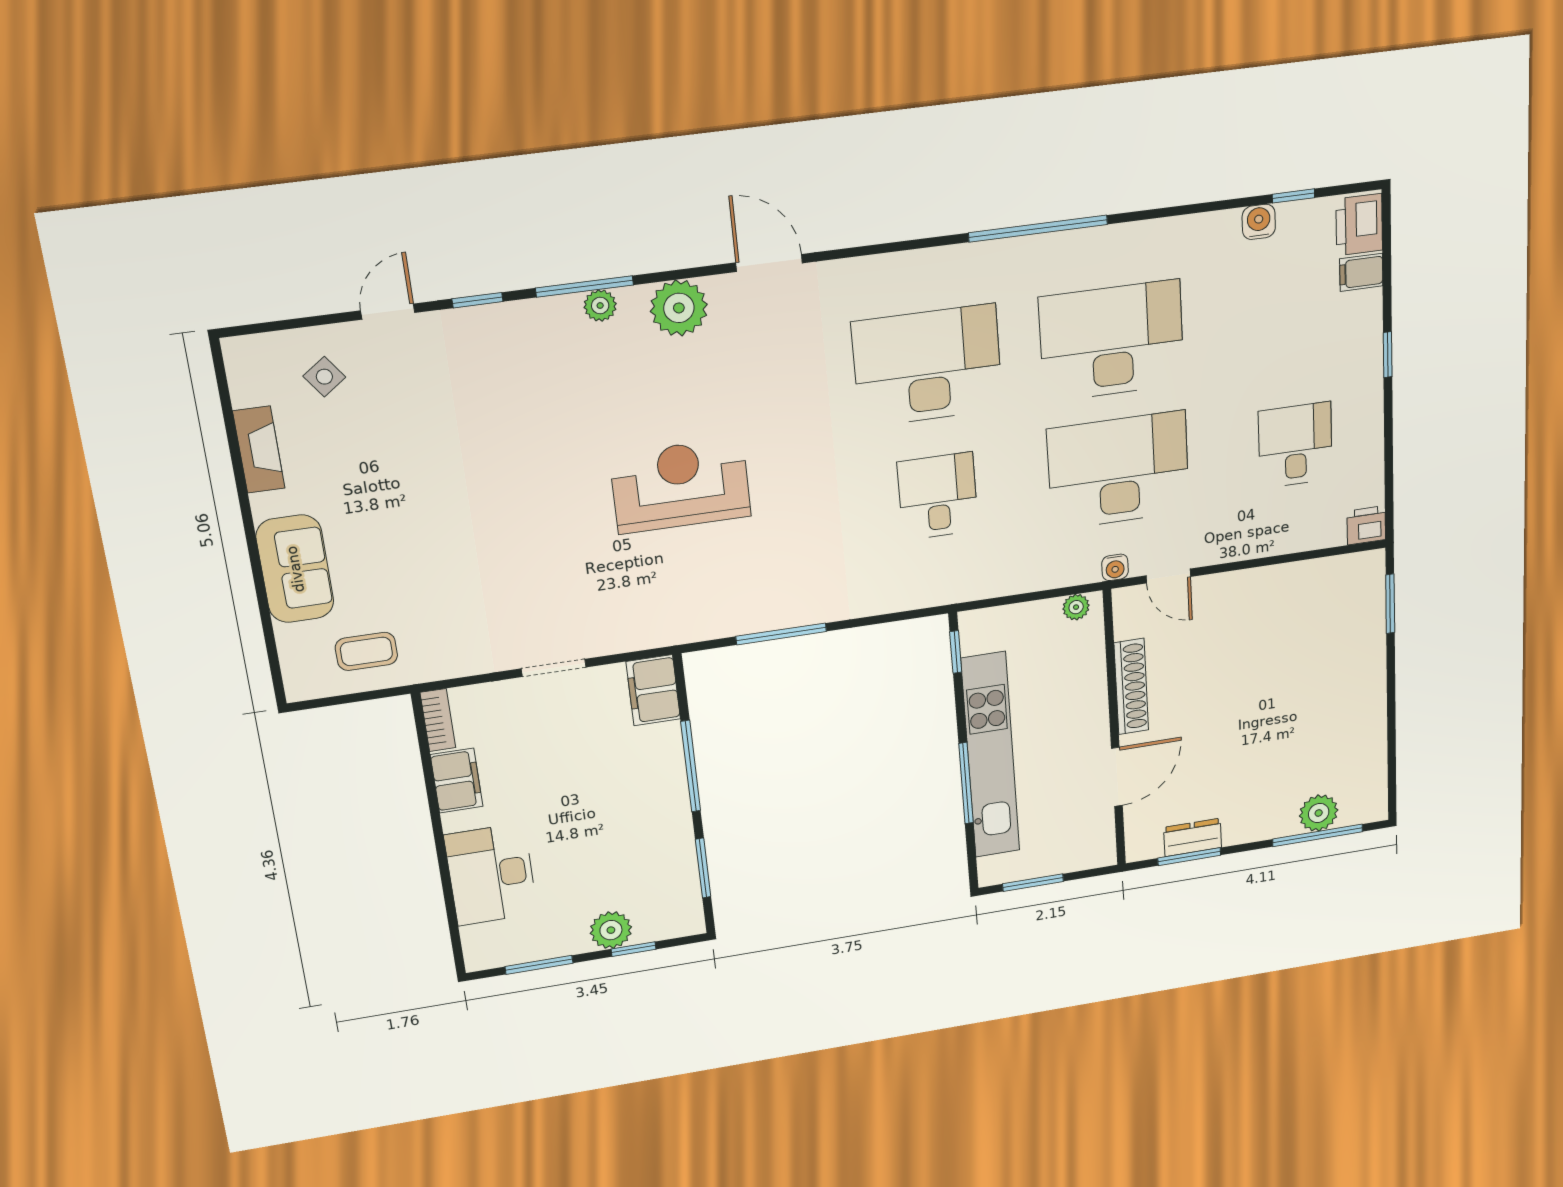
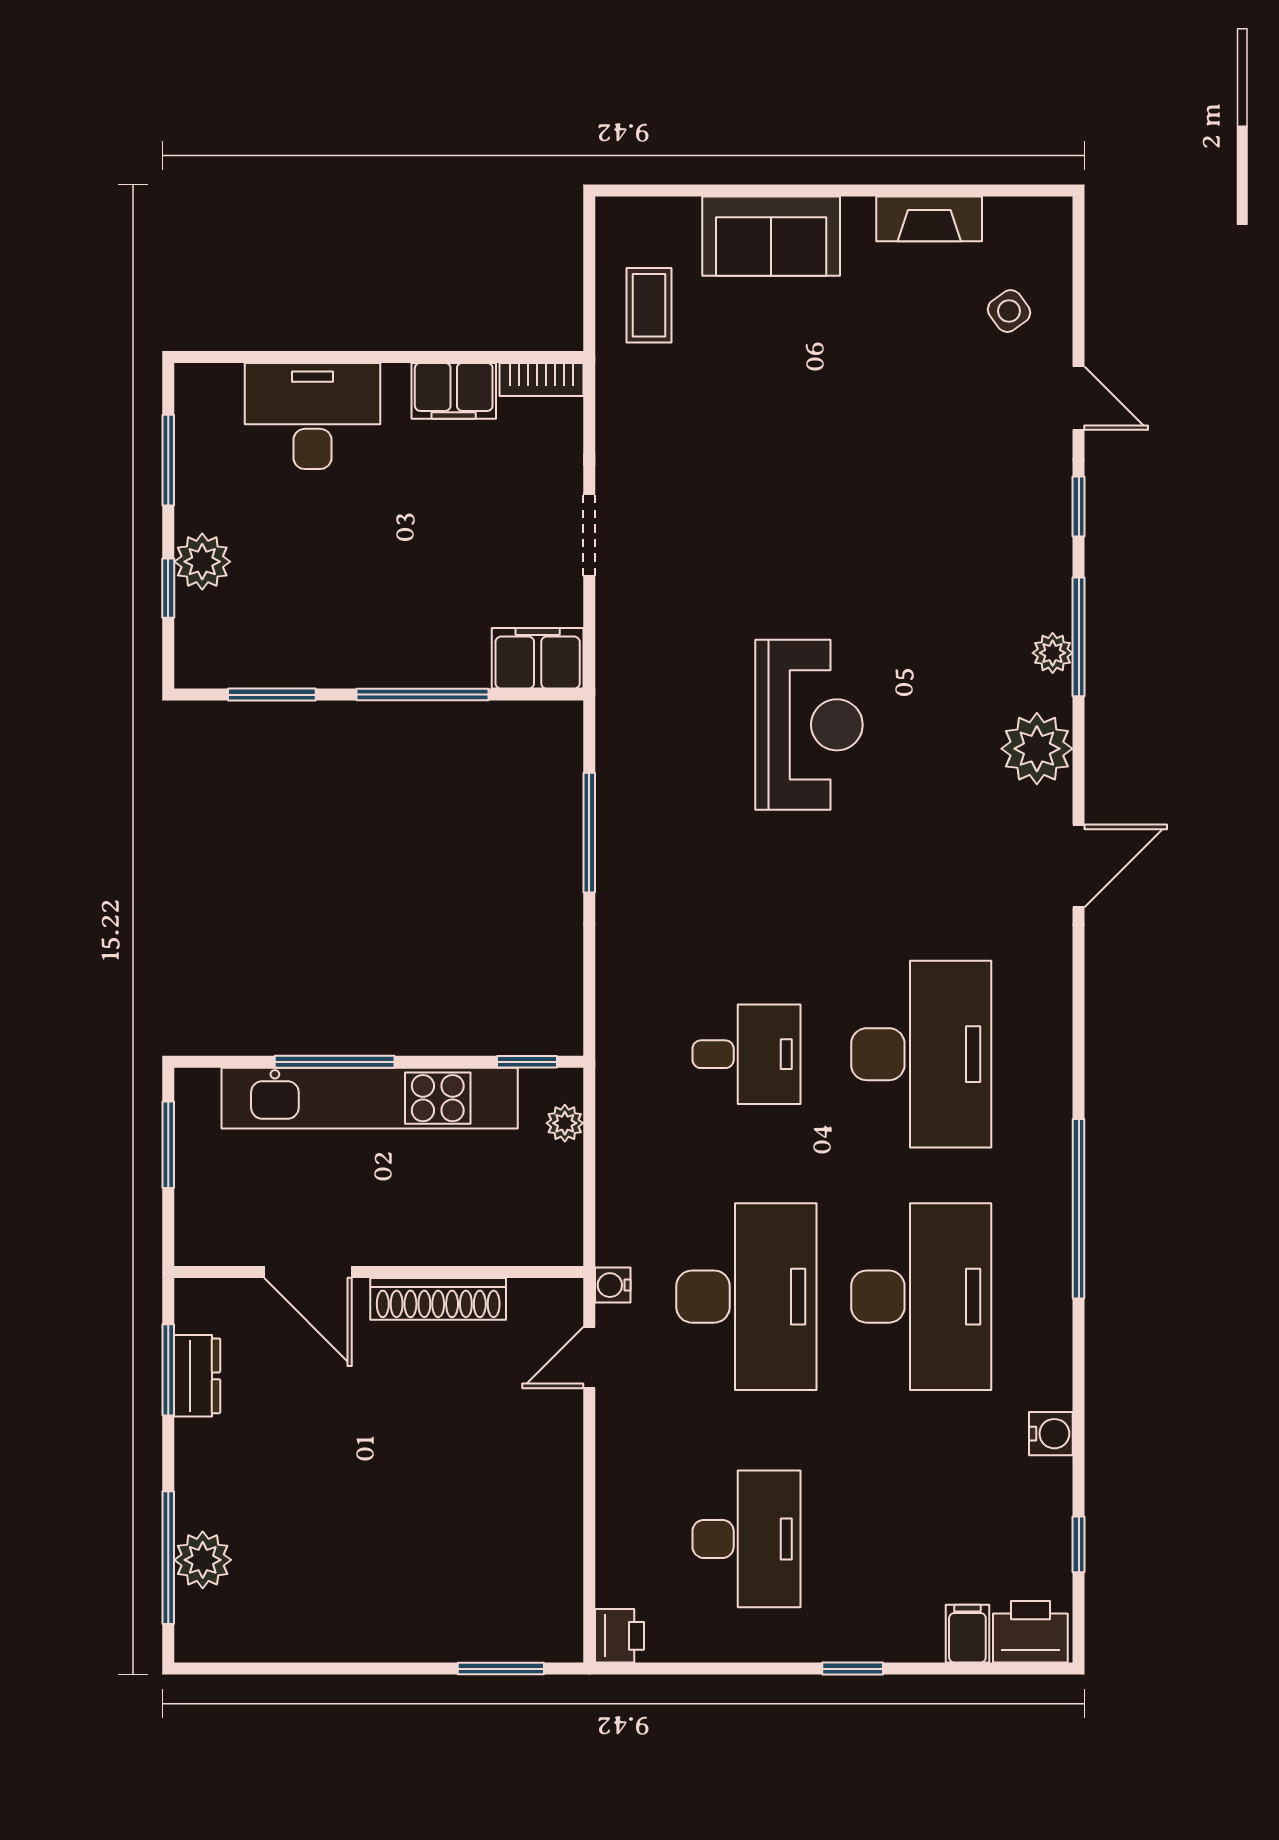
water cooler: (1259, 222) -> (1051, 1434), moved
desk: (1295, 445) -> (746, 1539), width x1.37
plant: (1076, 607) -> (565, 1123), moved

